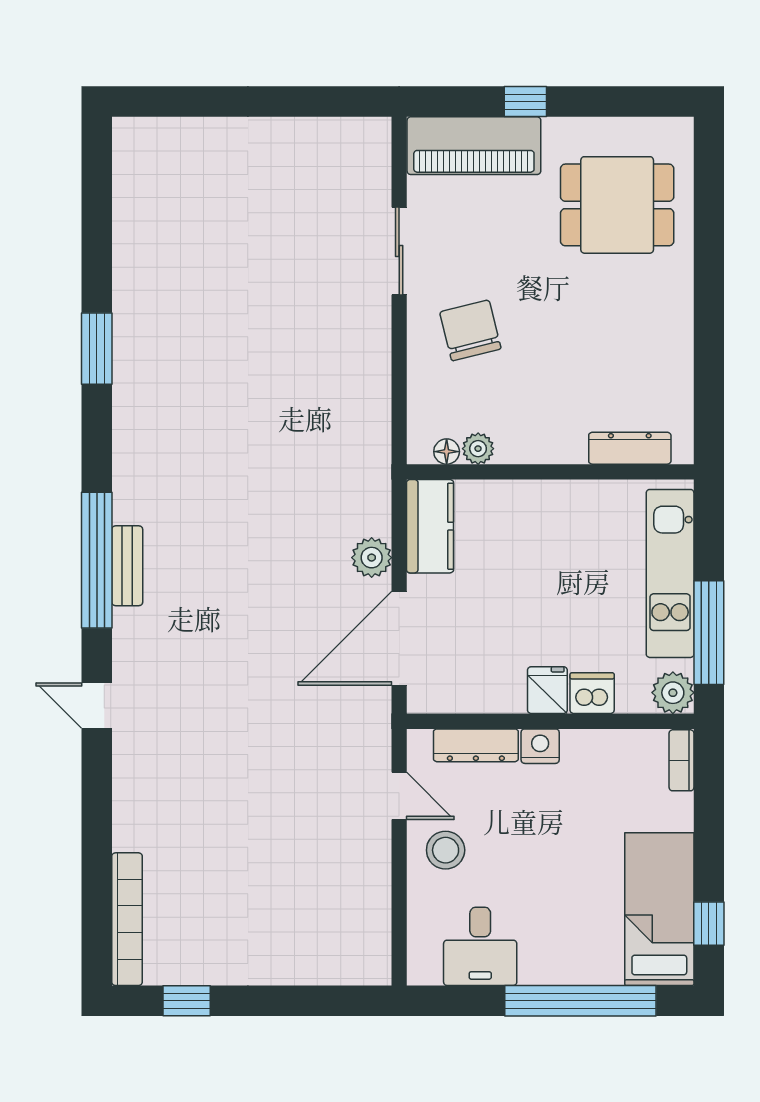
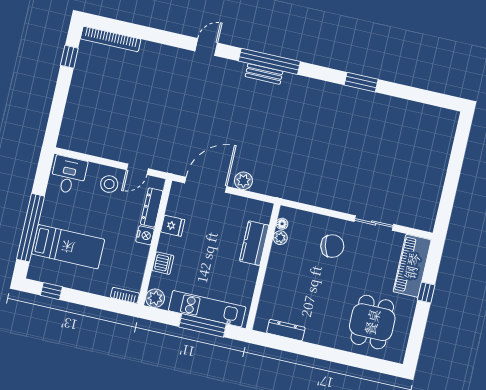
dresser: (630, 448) -> (286, 330), moved, turned -90
kitchen counter: (430, 526) -> (254, 243), moved, turned 90
window: (709, 633) -> (203, 325), moved
door: (399, 638) -> (206, 185), hinge flipped
fridge: (547, 690) -> (173, 226), moved
bed: (659, 909) -> (68, 247), moved
desk: (480, 946) -> (69, 175), moved, turned 90

